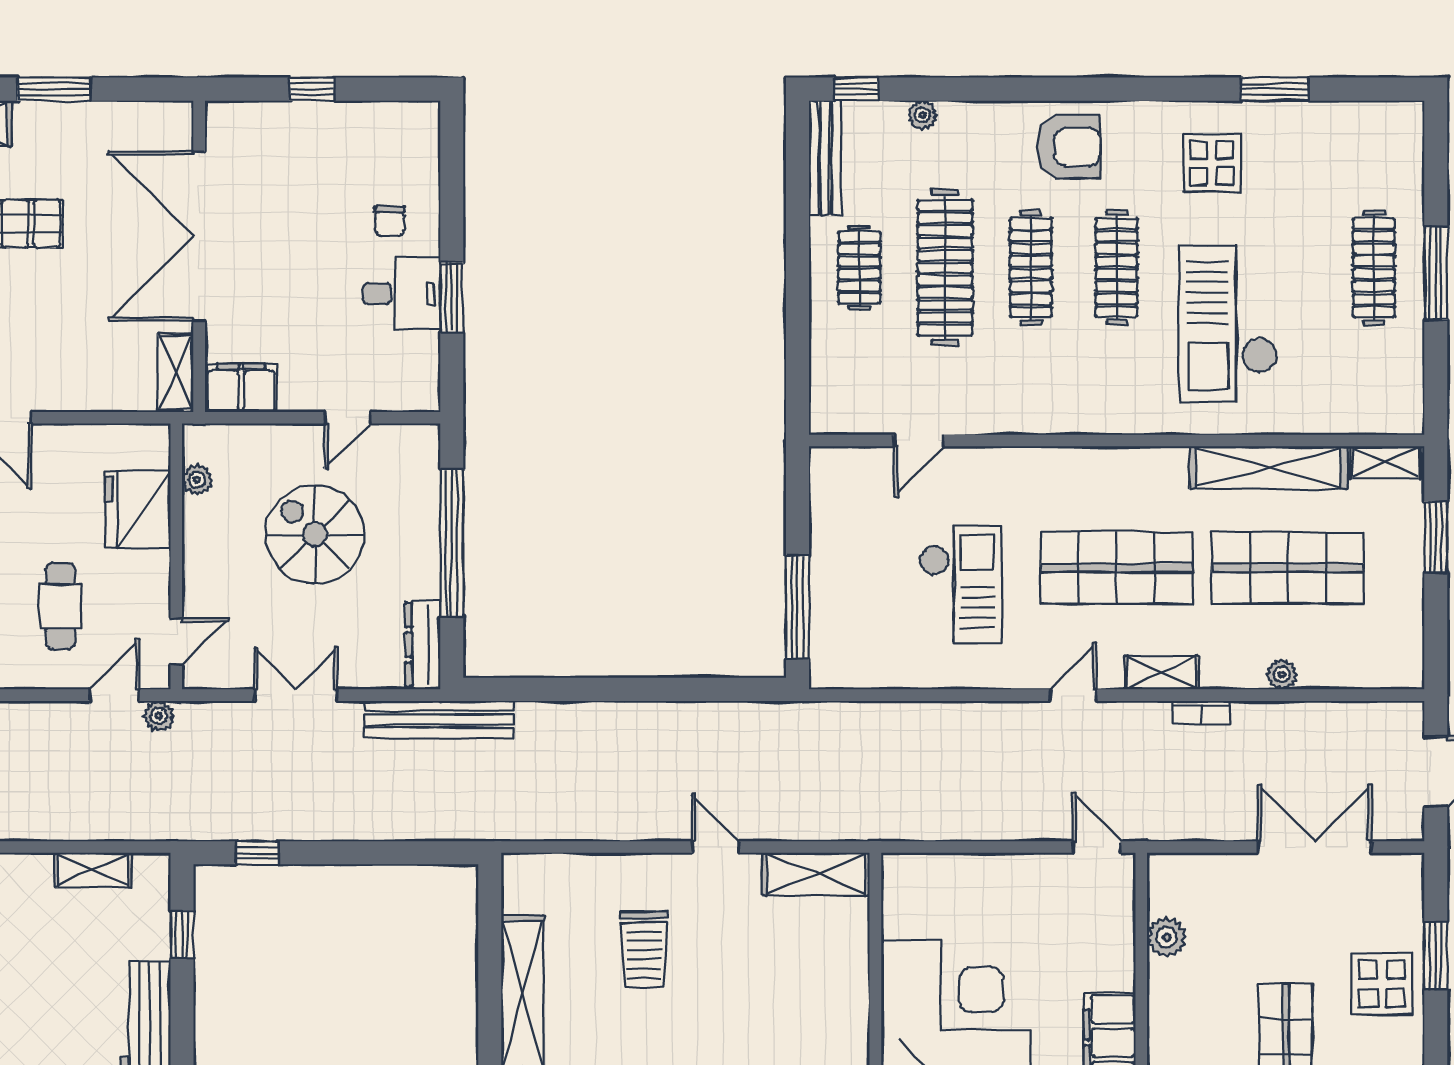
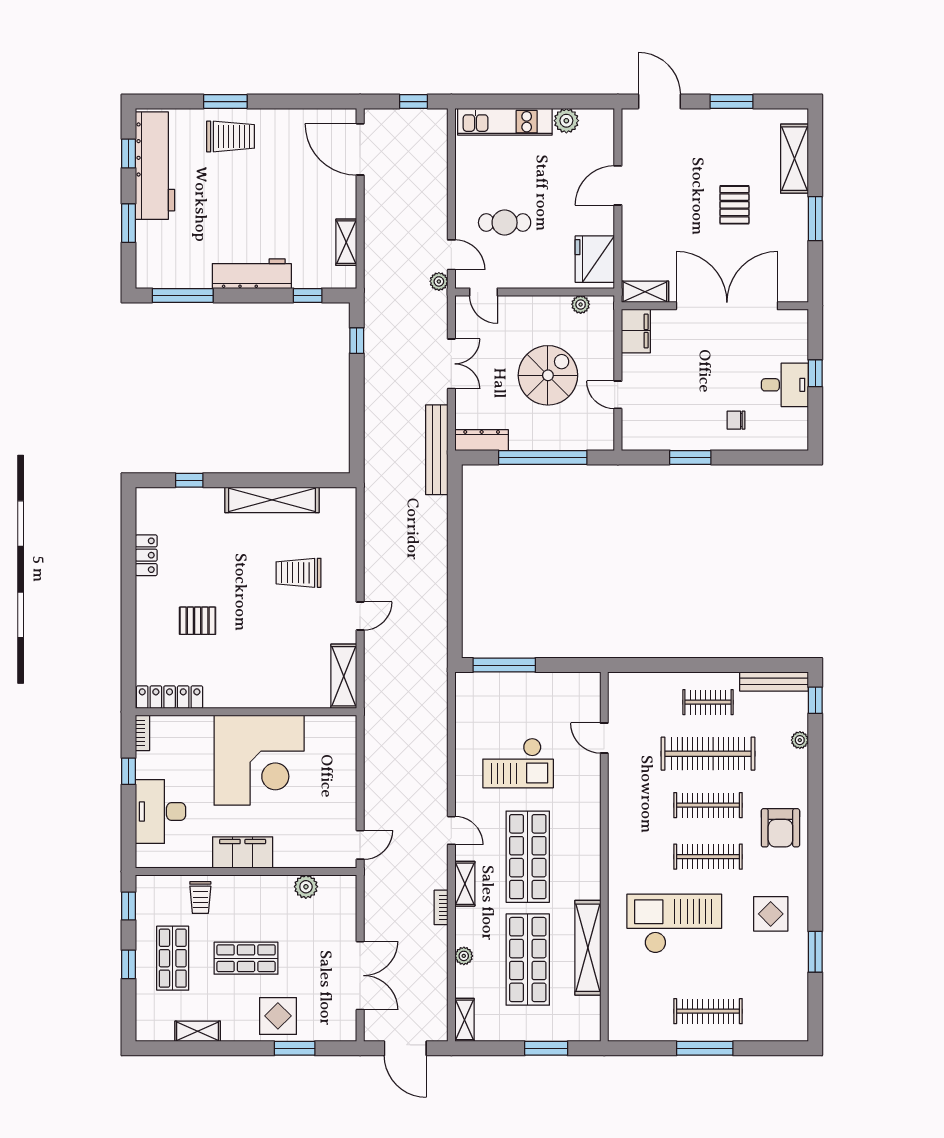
desk: (401, 294) -> (785, 385), moved, turned -90
shelving: (1386, 462) -> (464, 1020), moved
fridge: (138, 509) -> (595, 259), moved, turned -90

